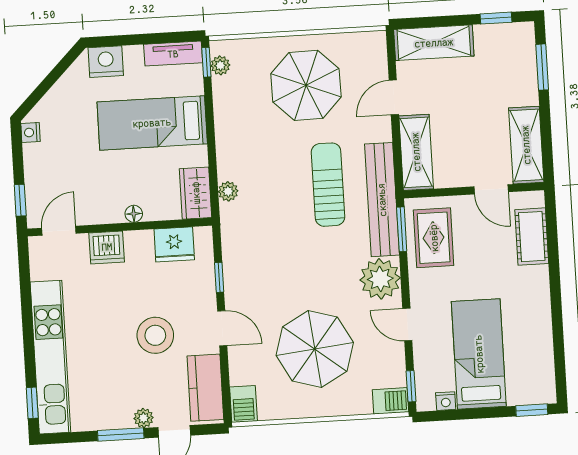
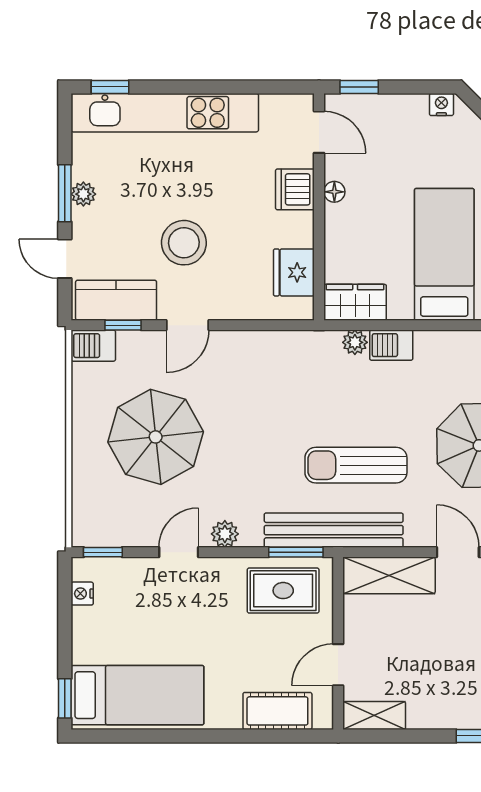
shelving: (526, 145) -> (374, 716), width x0.67, depth x0.75
sun lounger: (328, 185) -> (356, 465), turned 180
floor lamp: (134, 214) -> (334, 192), moved
window: (219, 277) -> (123, 325), moved
plant: (380, 279) -> (225, 534), width x0.53, depth x0.53
bed: (479, 354) -> (137, 695), moved
barbecue: (390, 401) -> (391, 345), moved, turned 90
plant: (144, 418) -> (83, 194), moved

